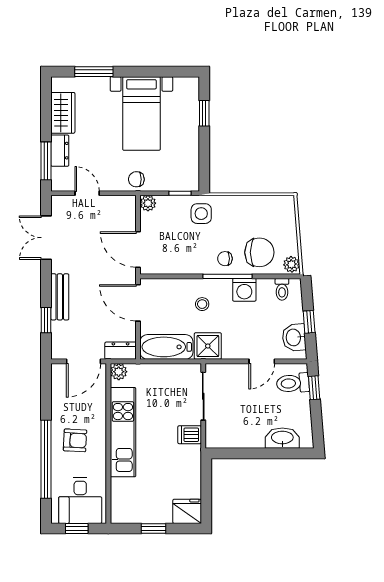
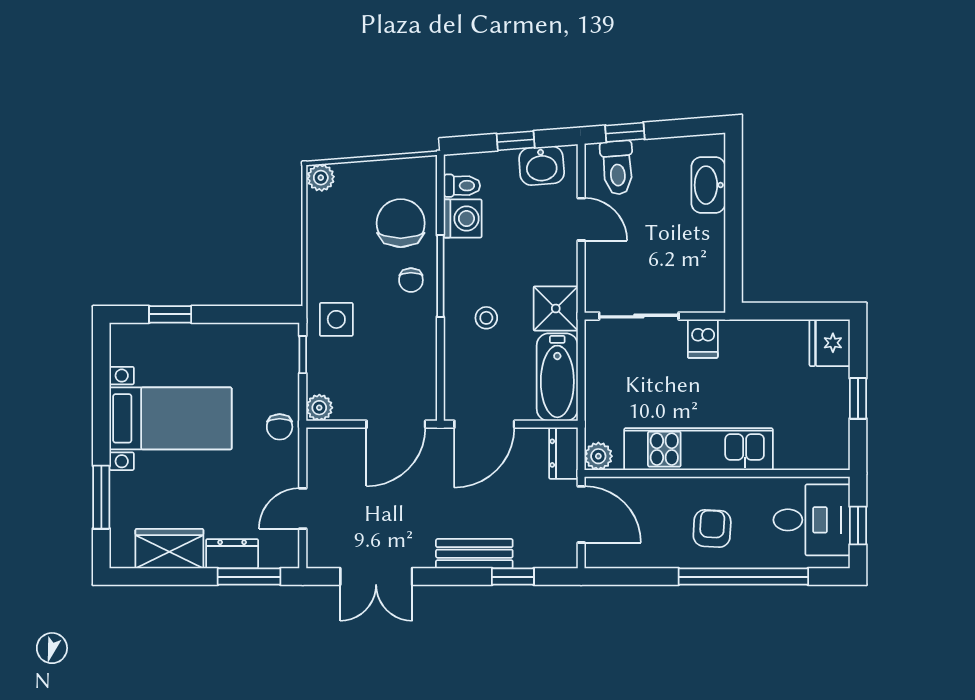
plant: (291, 264) -> (321, 178), moved
washing machine: (244, 290) -> (463, 219), moved

